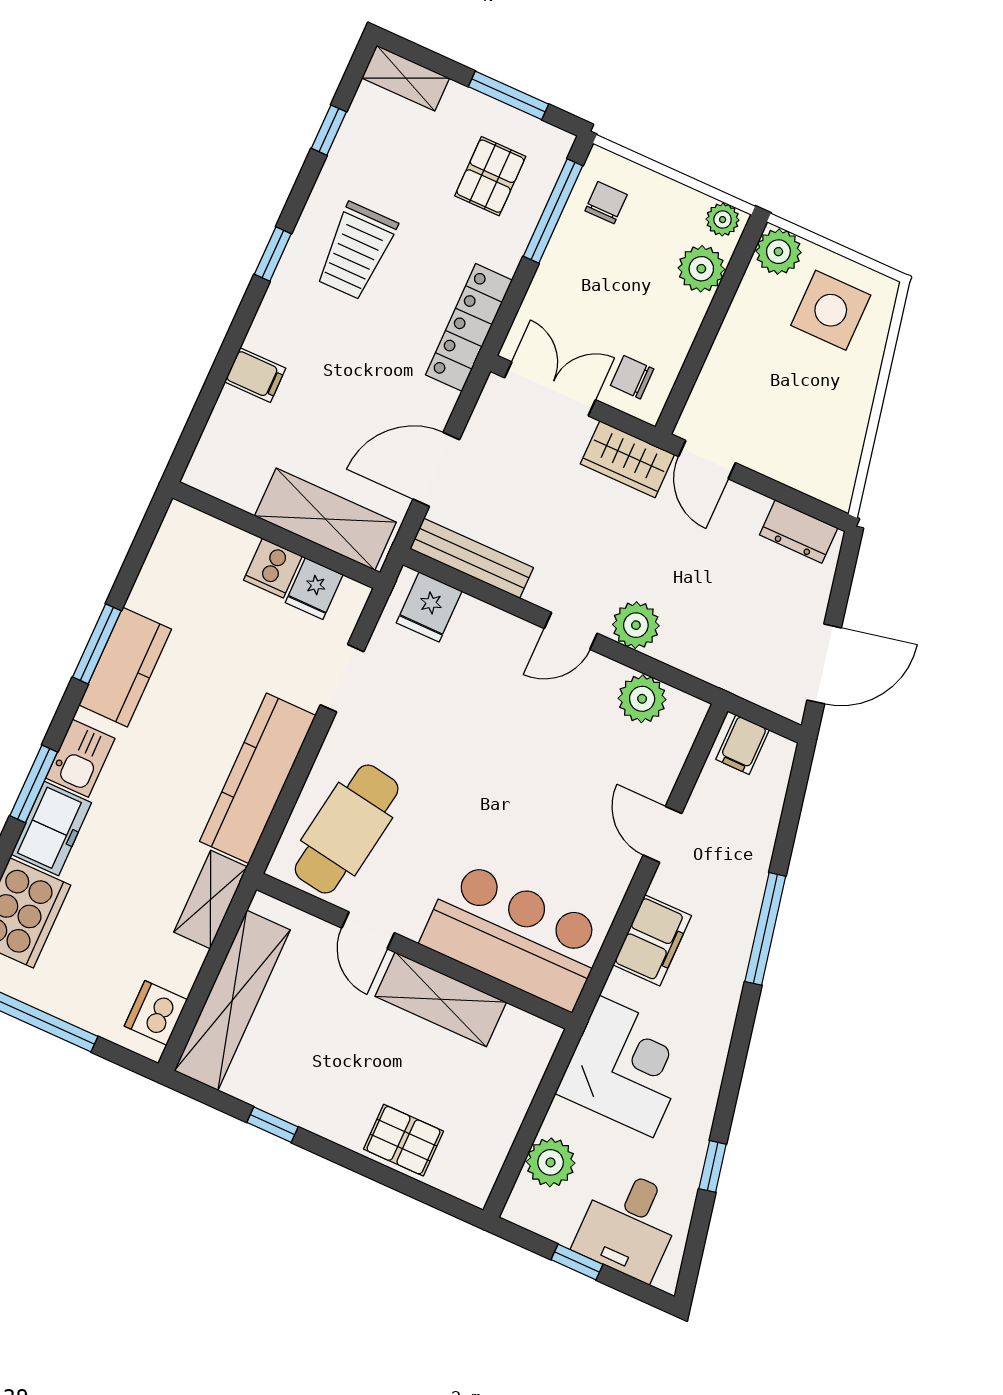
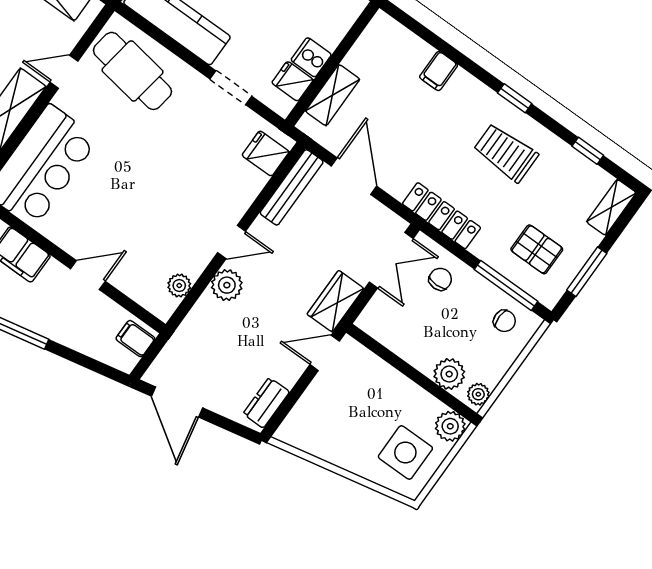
chair: (632, 377) -> (440, 279), moved
shelving: (325, 519) -> (333, 95), width x0.67, depth x0.75
door: (571, 631) -> (232, 242), swing flipped
plant: (642, 699) -> (179, 285), width x0.73, depth x0.73

